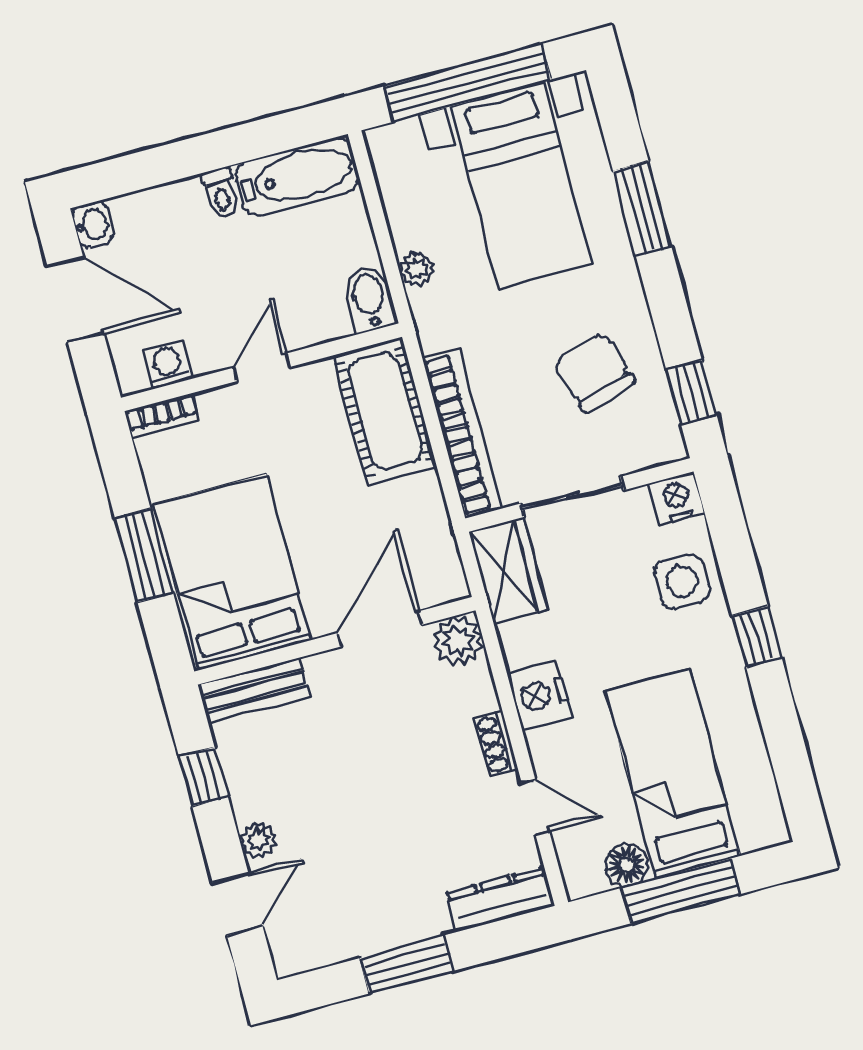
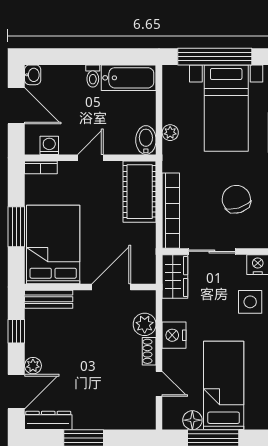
plant: (458, 641) -> (145, 324), moved
dresser: (500, 900) -> (48, 420), moved
door: (238, 904) -> (16, 392), width x1.38

